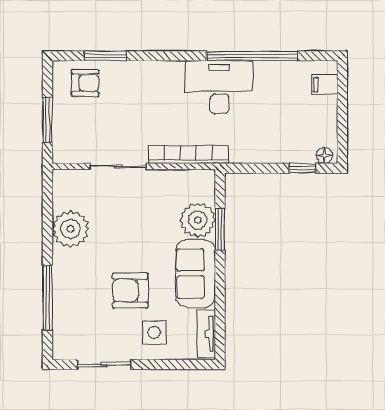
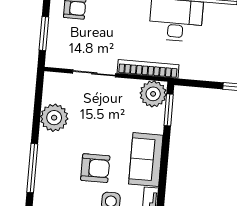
plant: (198, 220) -> (153, 94), moved
window: (220, 230) -> (169, 110), moved
armchair: (130, 291) -> (95, 168), turned 180

